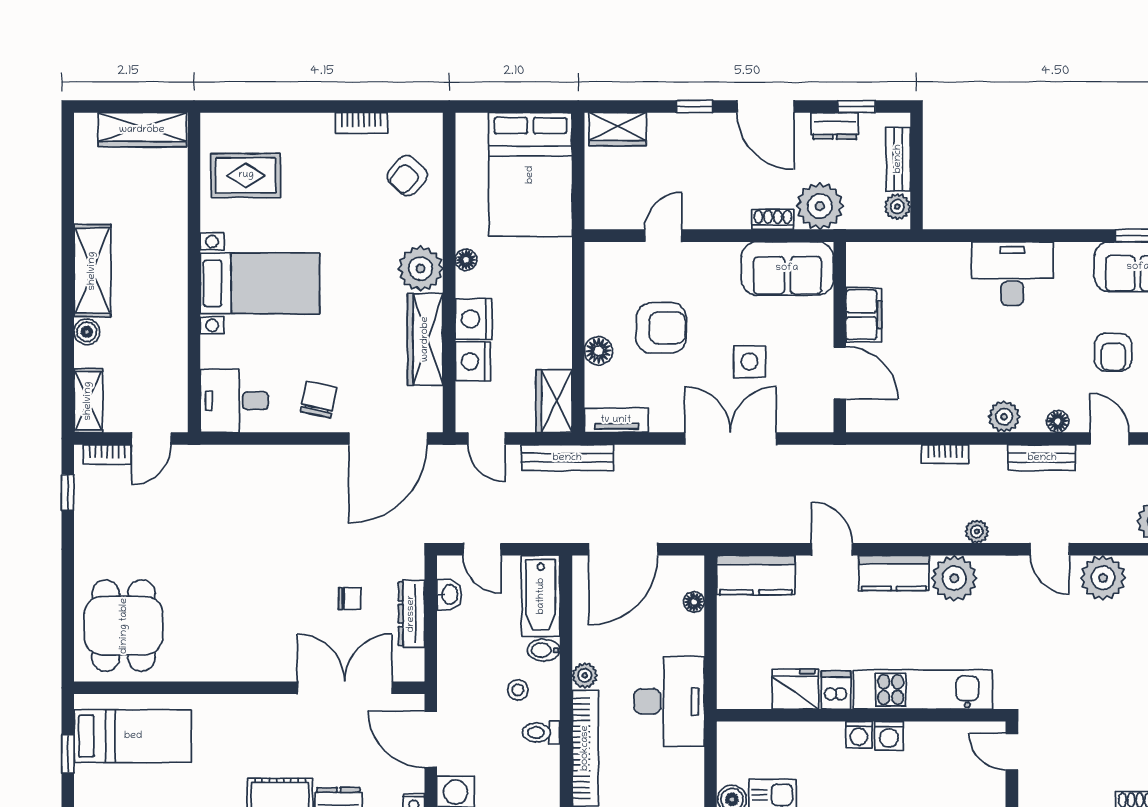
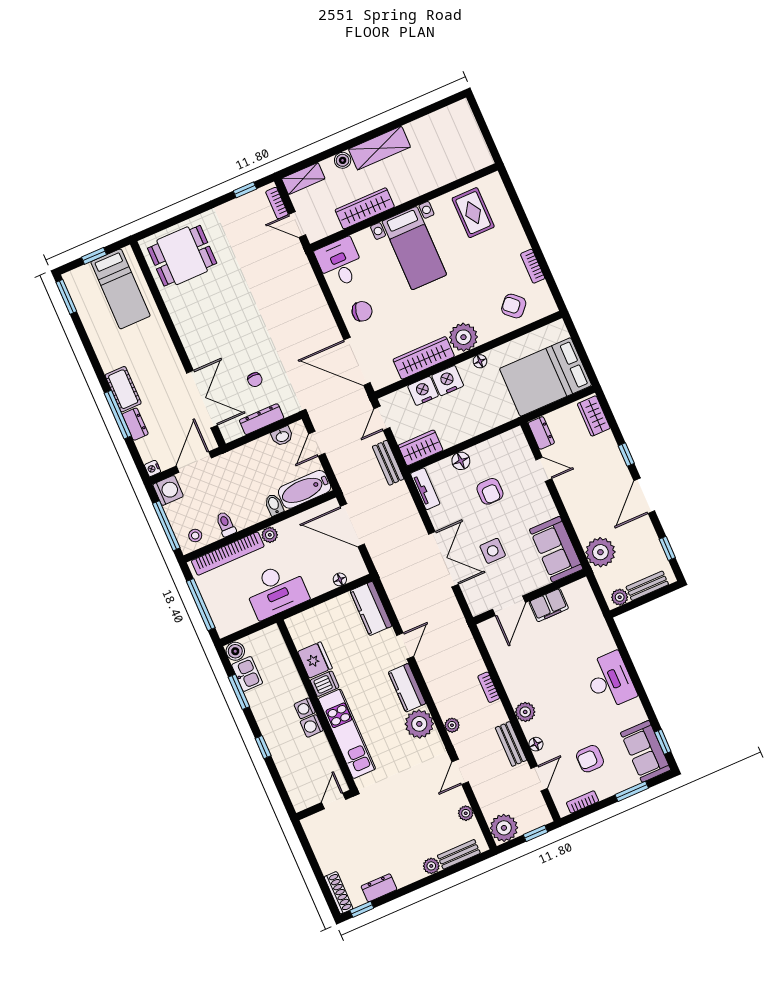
dresser: (835, 126) -> (541, 433), moved, turned 180
wardrobe: (142, 130) -> (365, 208), moved, turned 90
shoe rack: (773, 219) -> (581, 528), removed
armchair: (661, 328) -> (490, 491), width x0.72, depth x0.72
bench: (567, 458) -> (388, 463), width x0.73
plant: (1103, 578) -> (466, 813), width x0.53, depth x0.53
stool: (518, 690) -> (195, 536), moved

